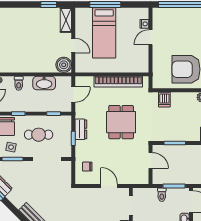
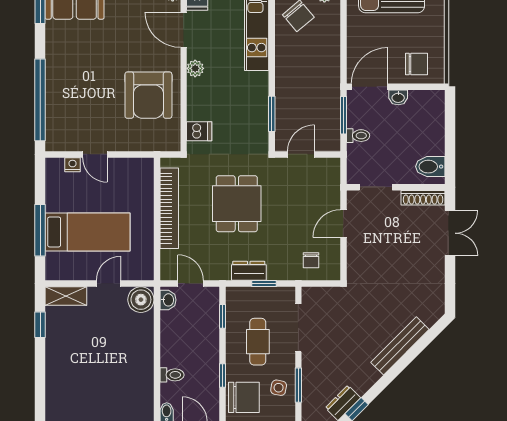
washbasin: (44, 83) -> (168, 300), moved, width x0.52, depth x0.69
dining table: (121, 122) -> (237, 204), turned 90

